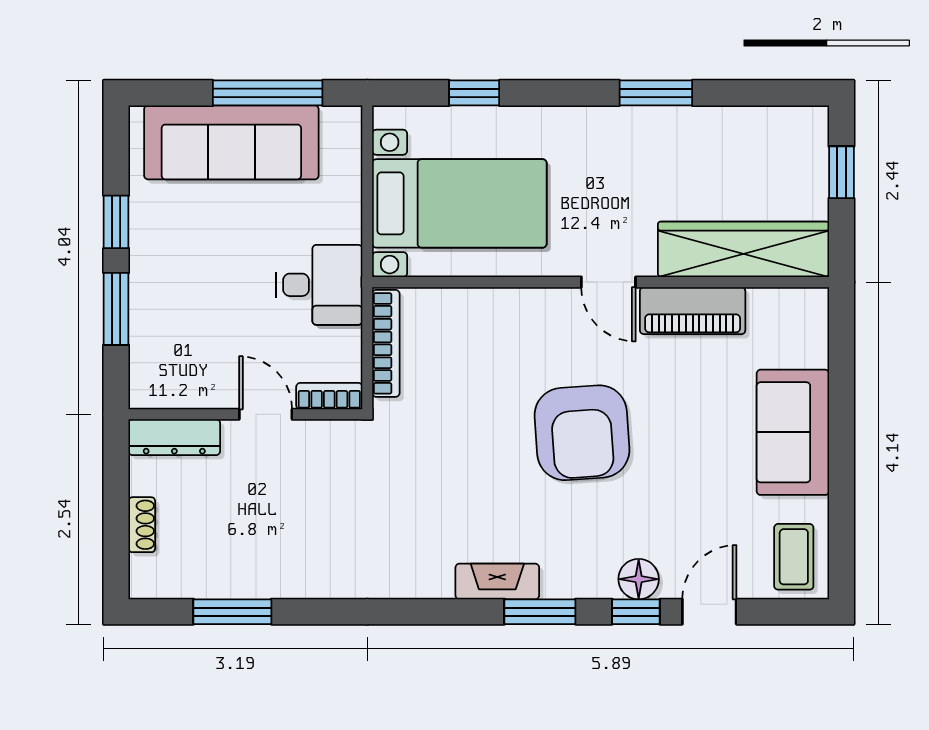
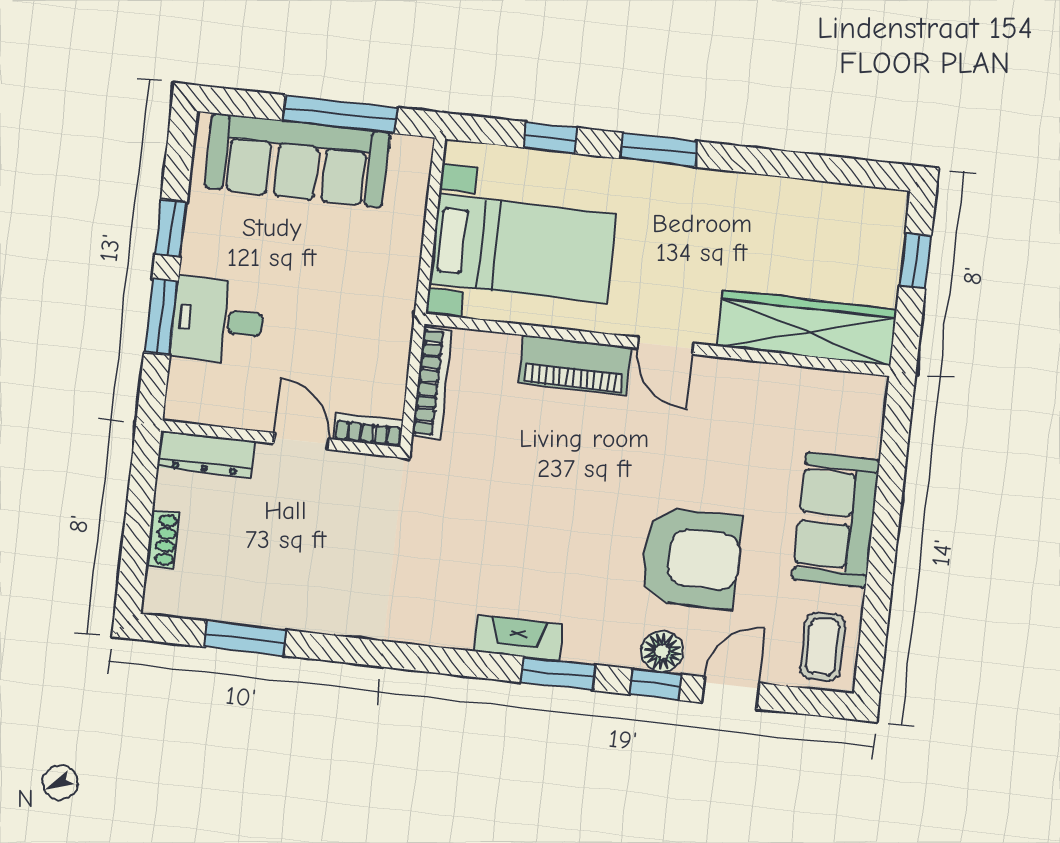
window: (656, 93) -> (659, 150), moved
desk: (319, 285) -> (218, 321), moved, turned 180
piano: (693, 311) -> (575, 365), moved
armchair: (582, 433) -> (691, 558), moved, turned -86

